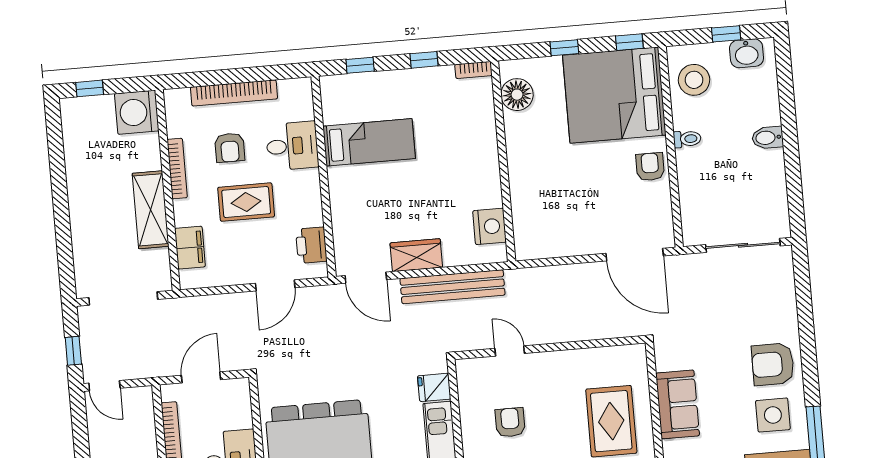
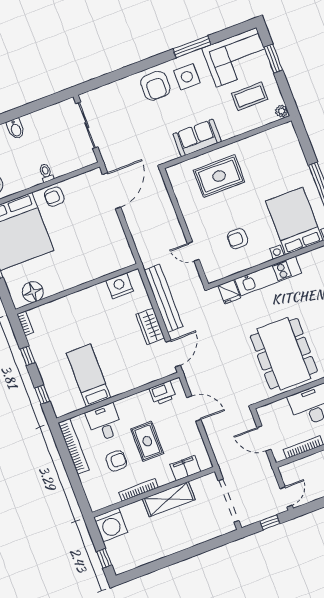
bookcase: (234, 93) -> (73, 446), moved
toilet: (687, 139) -> (46, 173), moved
door: (510, 351) -> (193, 251), hinge flipped

